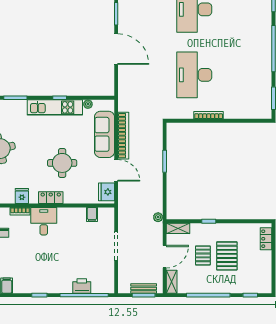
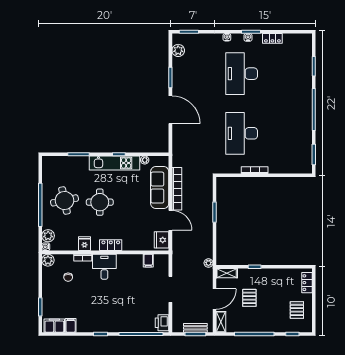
round table: (62, 163) -> (100, 202), moved
pallet: (227, 256) -> (297, 310), moved, width x0.67, depth x0.71
printer: (82, 286) -> (162, 323), moved, turned -90

